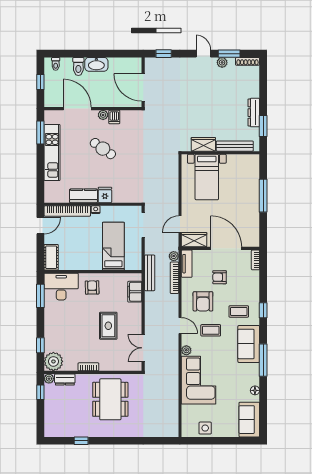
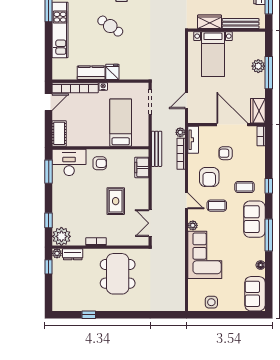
plant: (253, 189) -> (258, 66), added
wardrobe: (194, 240) -> (258, 111), moved, turned -90
armchair: (92, 287) -> (100, 163), turned 91

